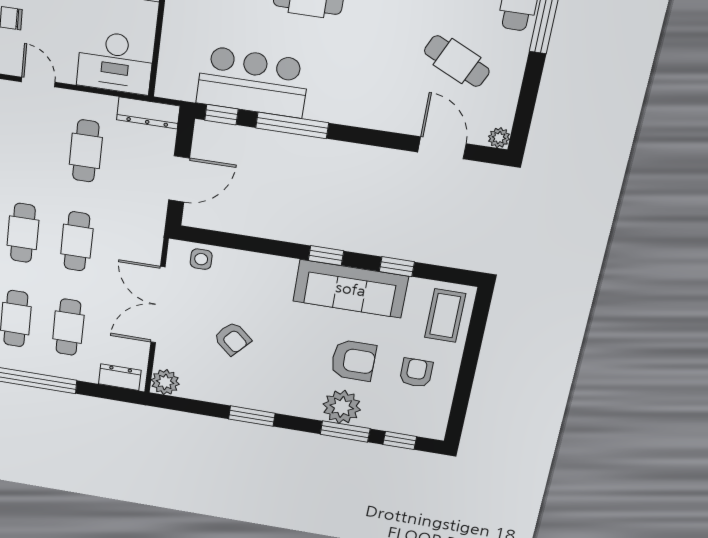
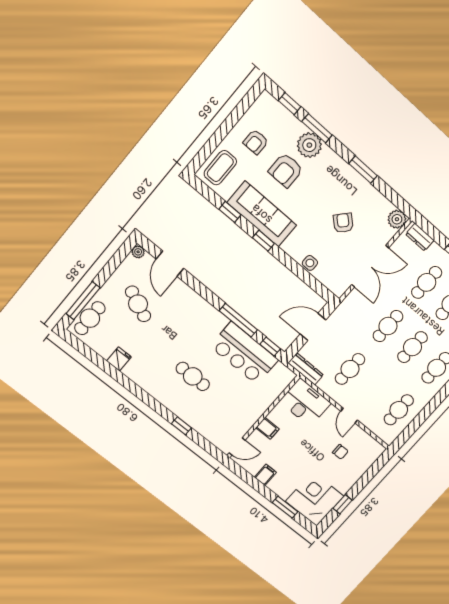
side table: (201, 259) -> (310, 263), moved
armchair: (353, 360) -> (286, 170), turned -90

